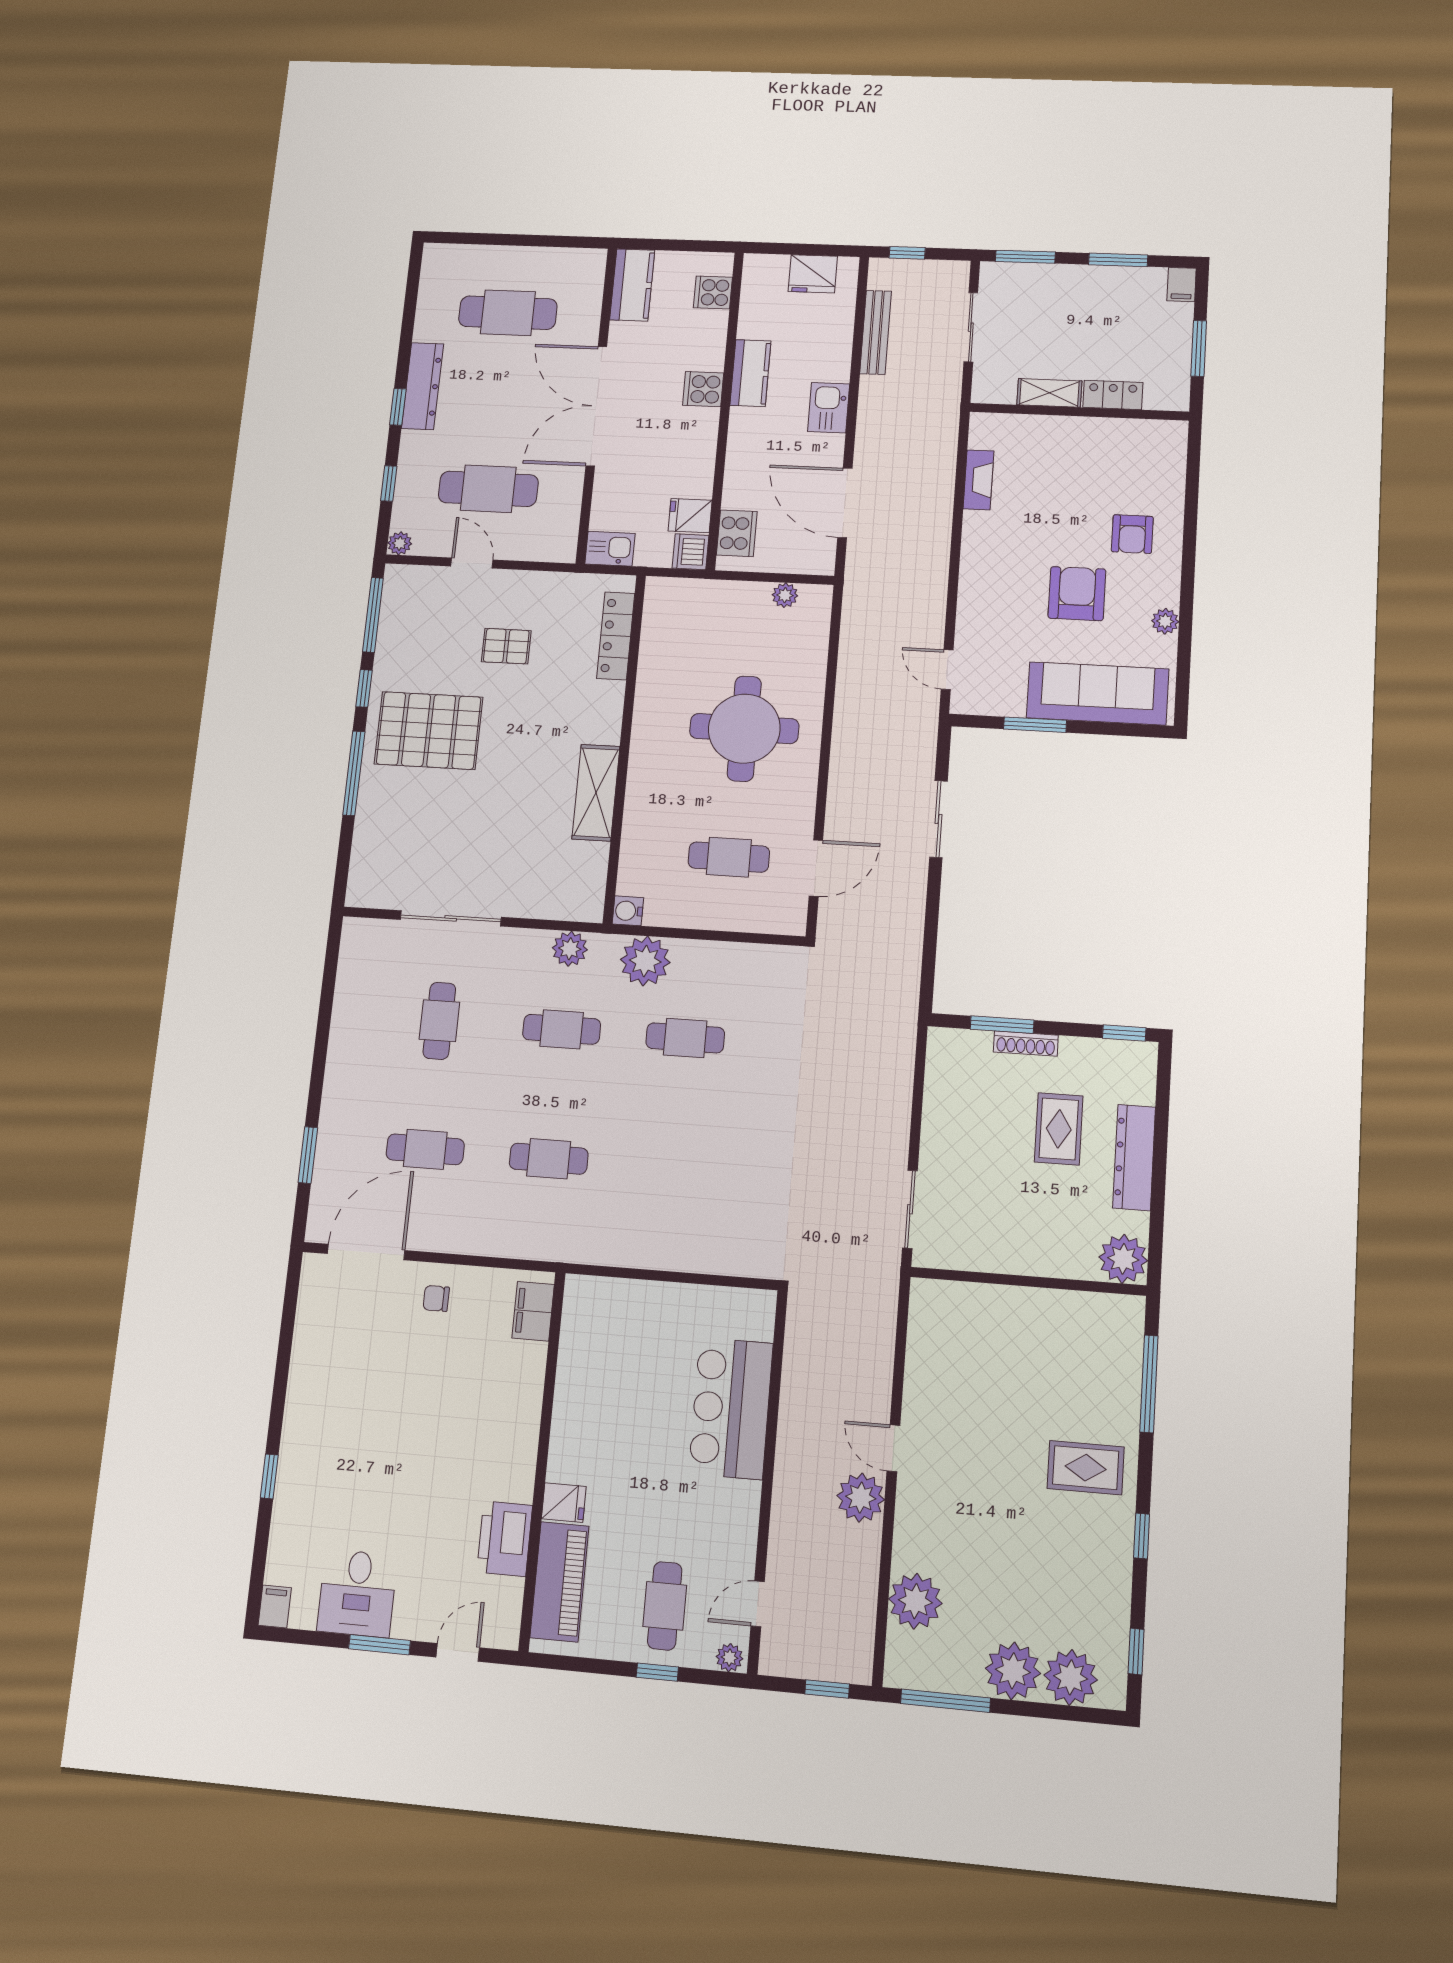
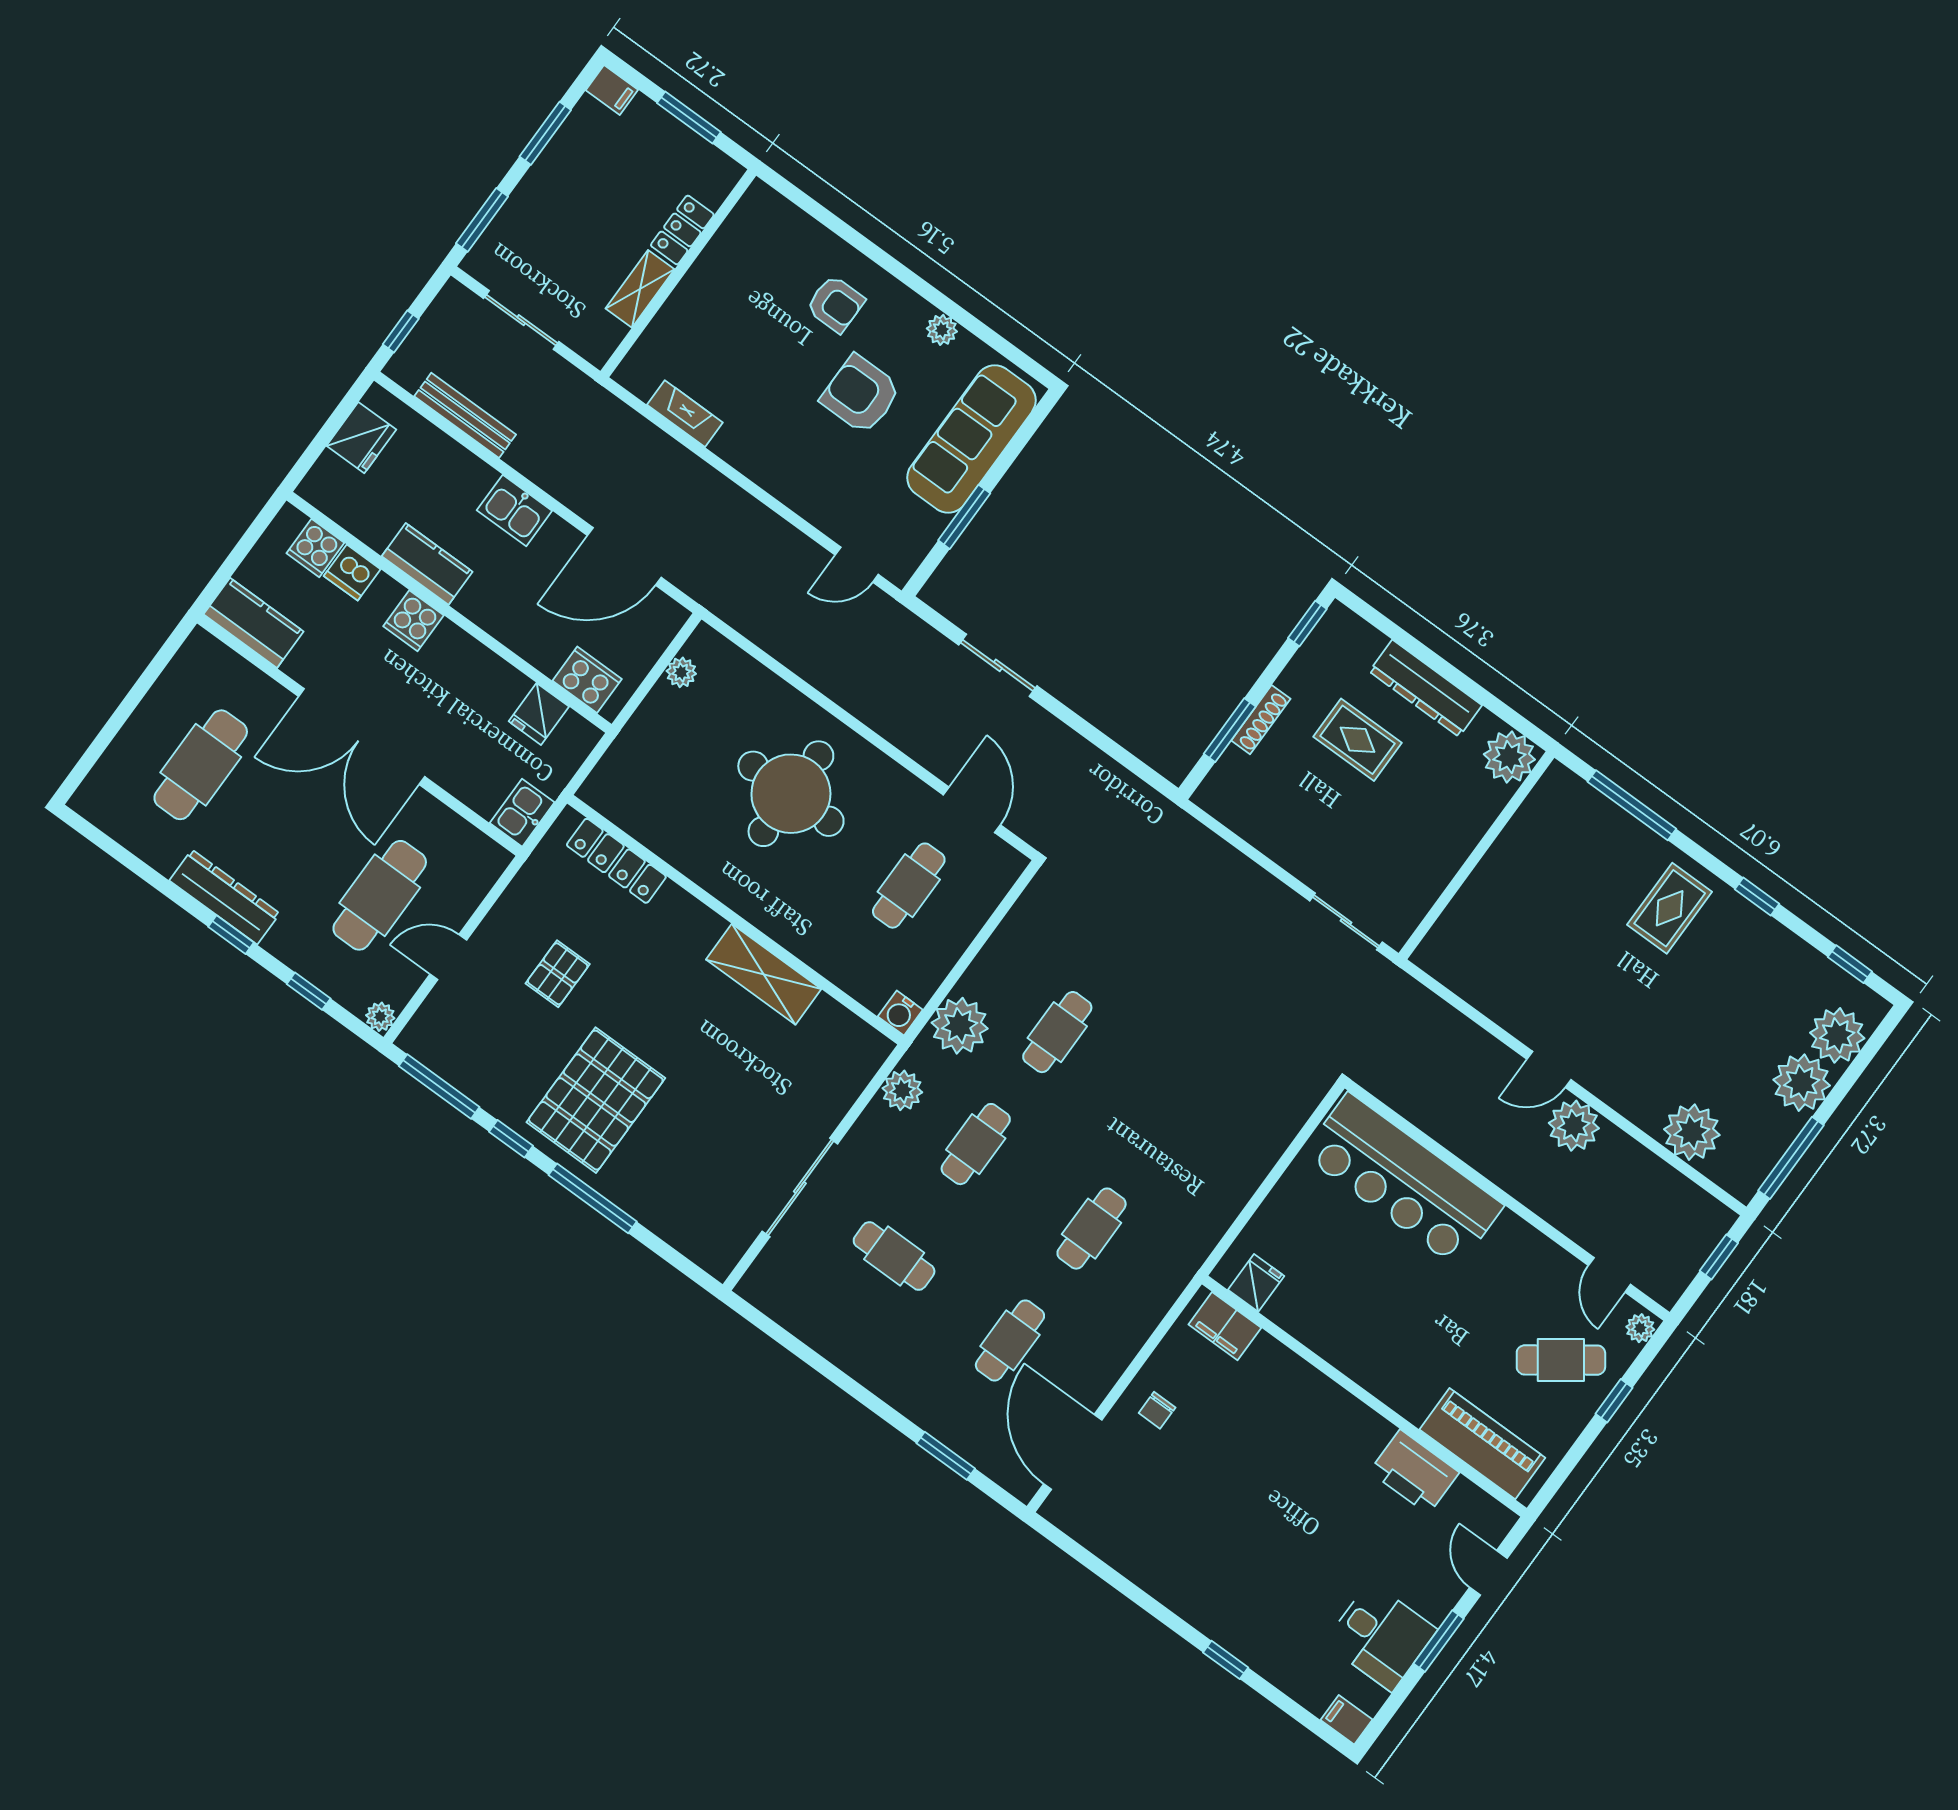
dishwasher: (690, 552) -> (352, 573), moved
bar counter: (731, 1408) -> (1403, 1180), width x1.36
fridge: (564, 1503) -> (1256, 1283), moved
cafe table: (665, 1606) -> (1561, 1360), turned -36

